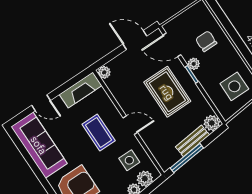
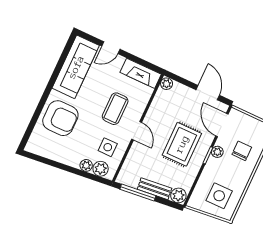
door: (41, 103) -> (111, 48), hinge flipped

